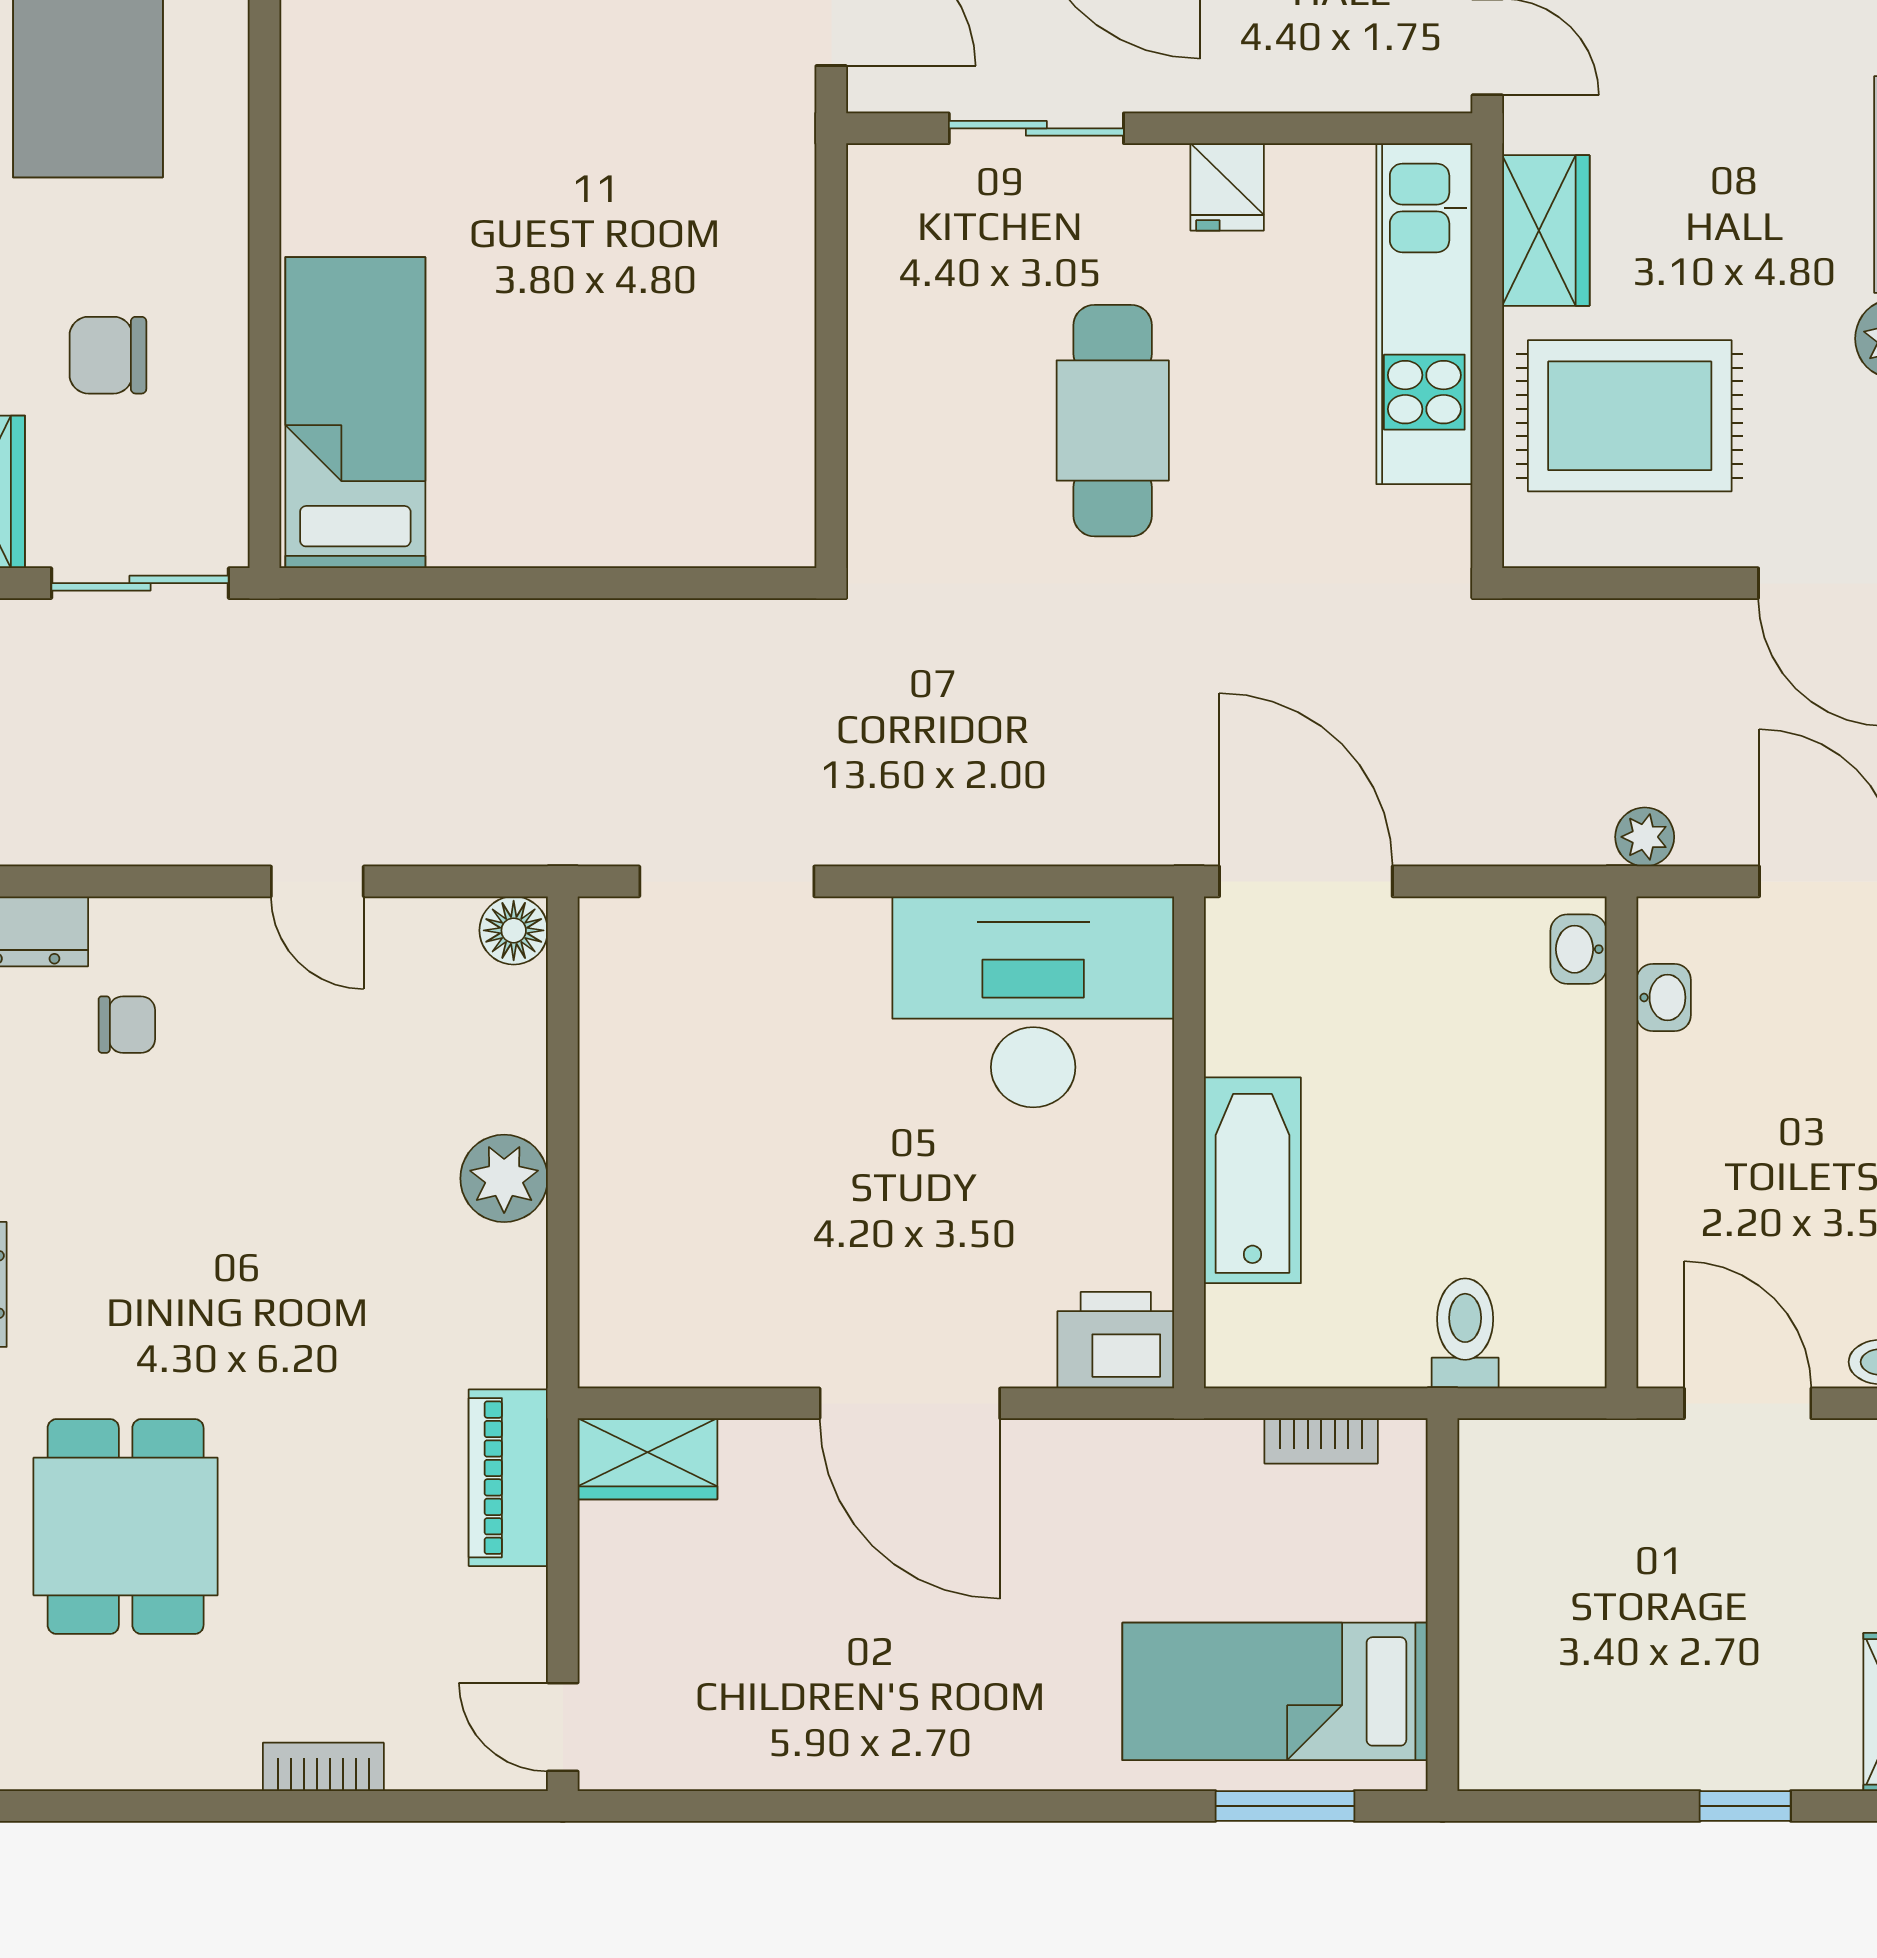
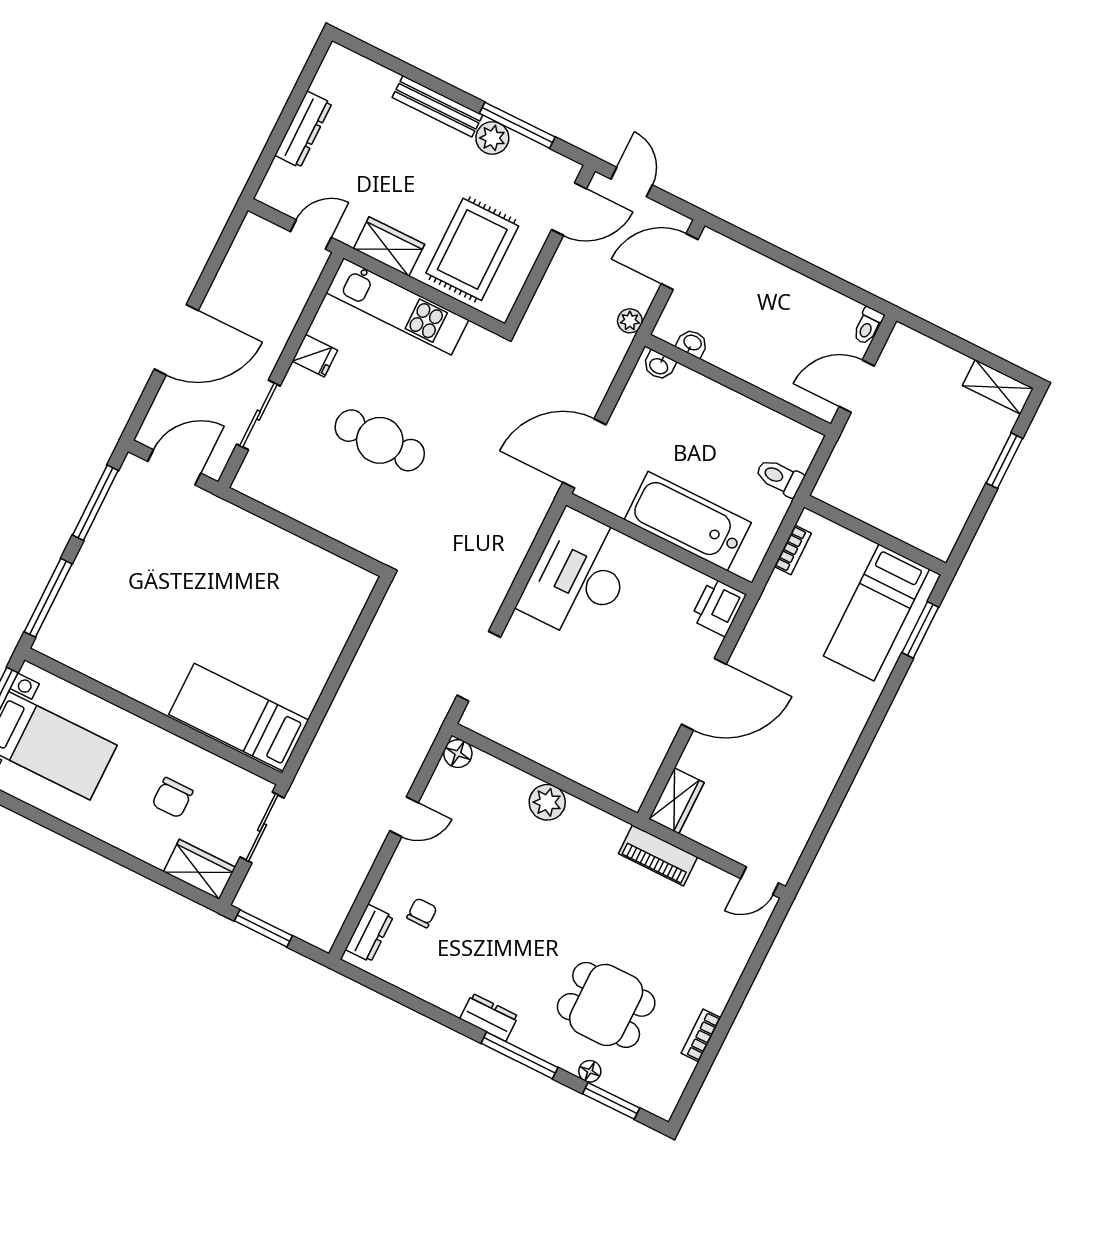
bathtub: (1252, 1180) -> (688, 521), width x1.36, depth x1.36
bookcase: (323, 1767) -> (701, 1035), moved
window: (1745, 1806) -> (1004, 461), width x1.50

